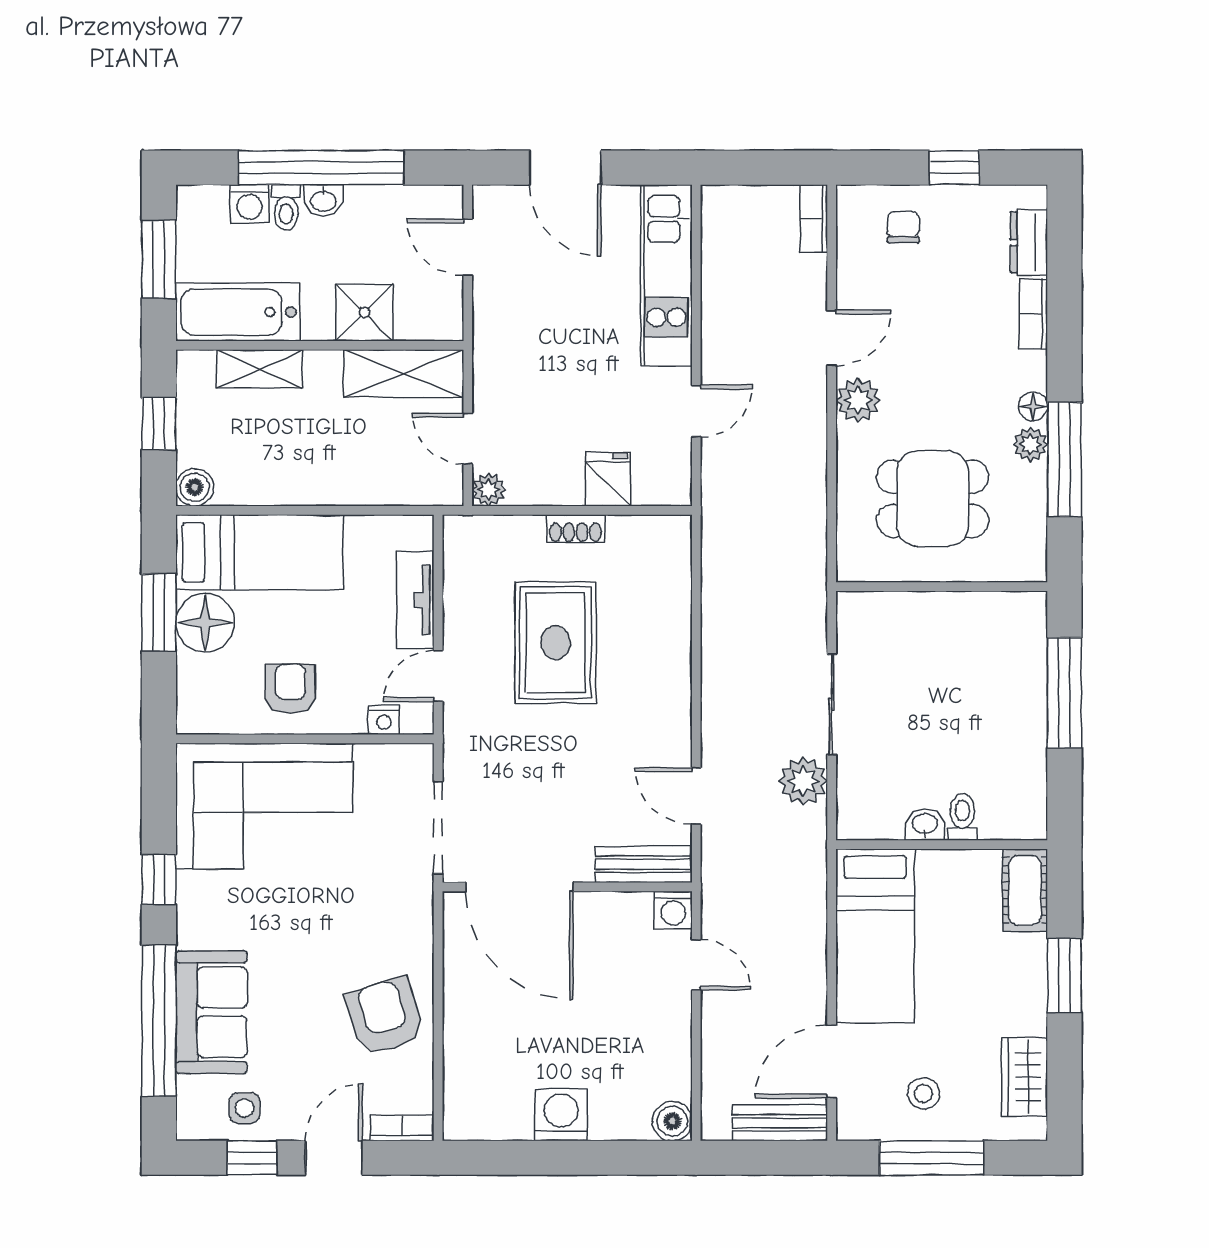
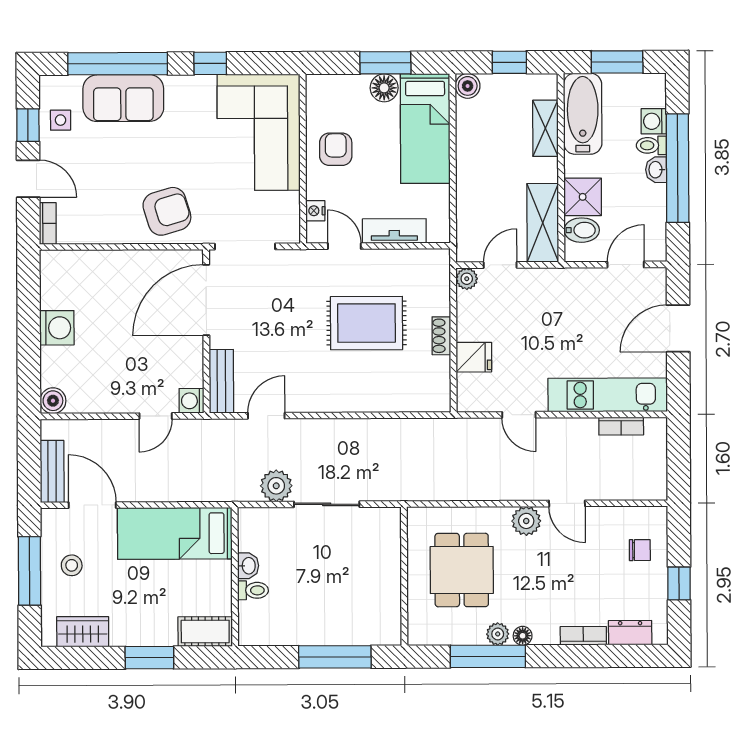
bookcase: (814, 219) -> (621, 426), moved, turned 180
bidet: (415, 314) -> (582, 230), added
floor lamp: (205, 622) -> (384, 88), width x0.73, depth x0.73
armchair: (290, 689) -> (336, 149), turned -90
armchair: (385, 1016) -> (167, 211), moved

